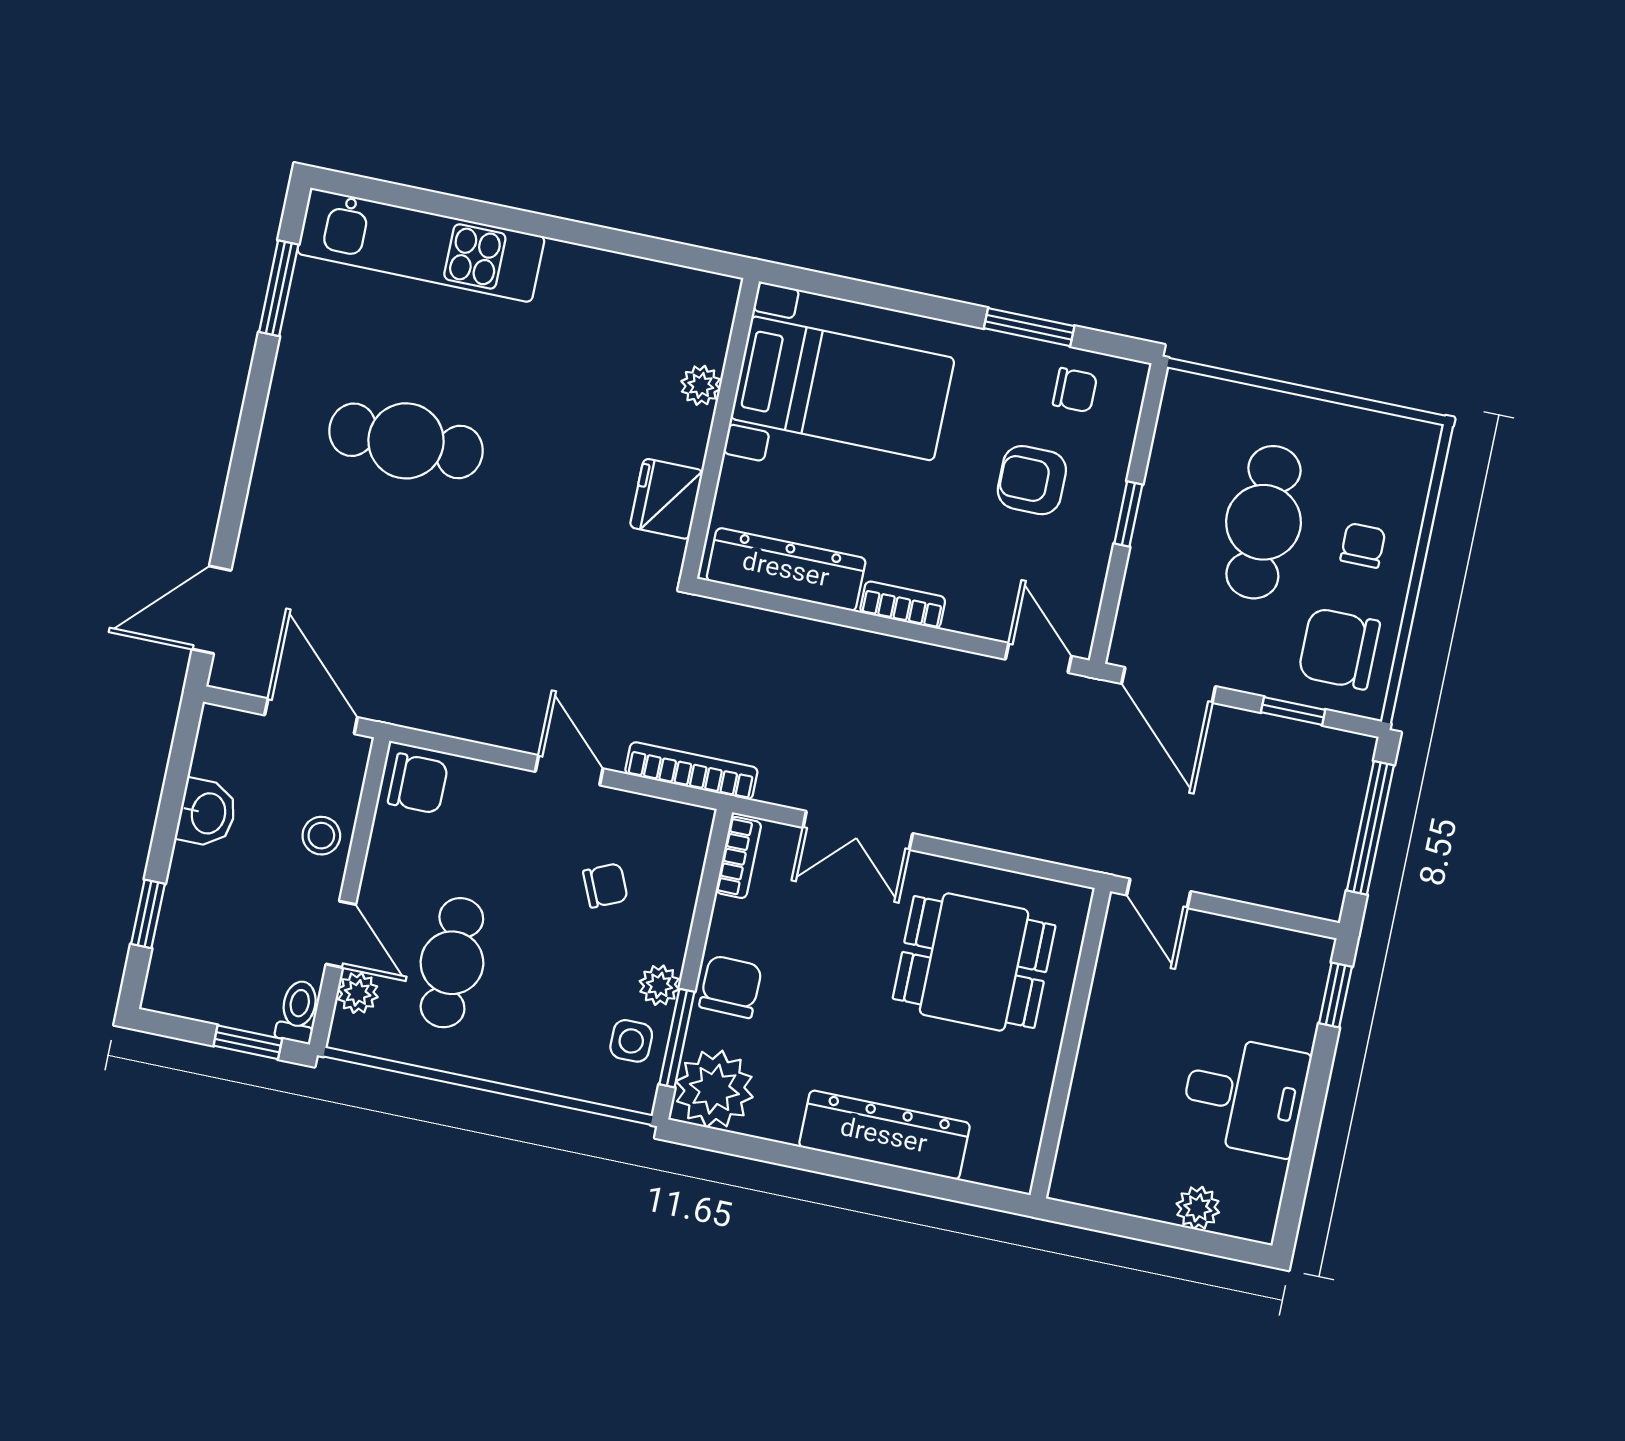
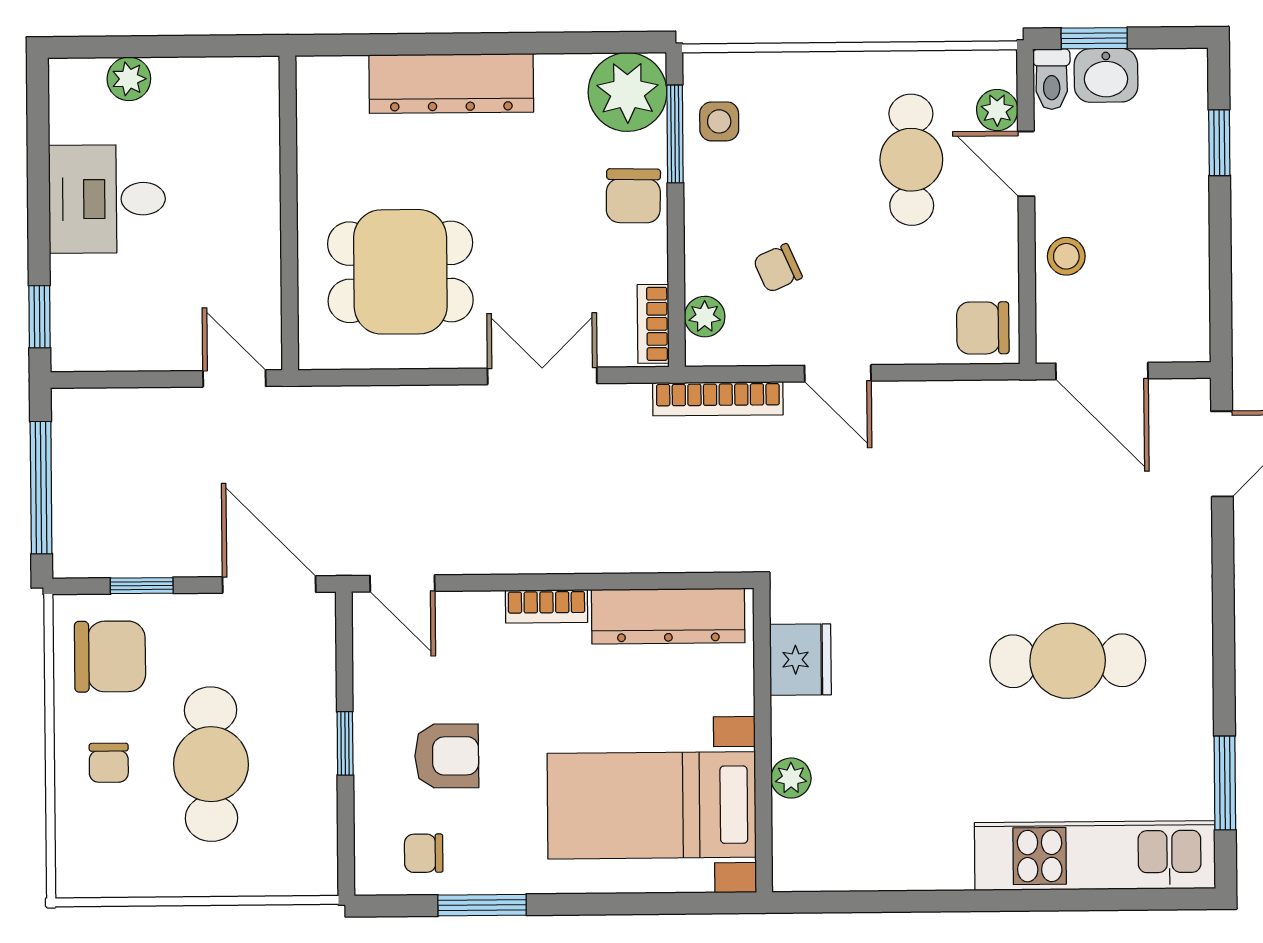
washbasin: (207, 813) -> (1106, 75), moved, turned -90
plant: (659, 985) -> (705, 317), moved

